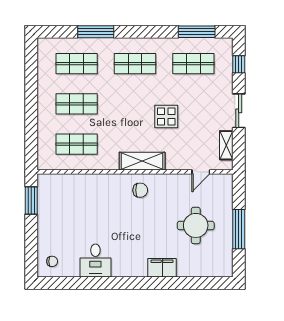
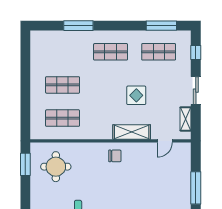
shop shelf: (77, 64) -> (63, 52), removed
shelving: (142, 161) -> (132, 132), moved
round table: (196, 225) -> (56, 167), moved

